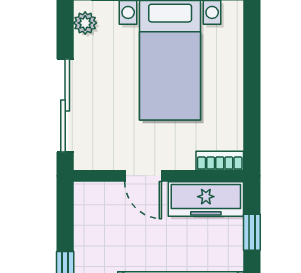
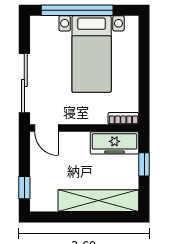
plant: (85, 23) -> (37, 30), removed
door: (143, 176) -> (47, 128), moved

